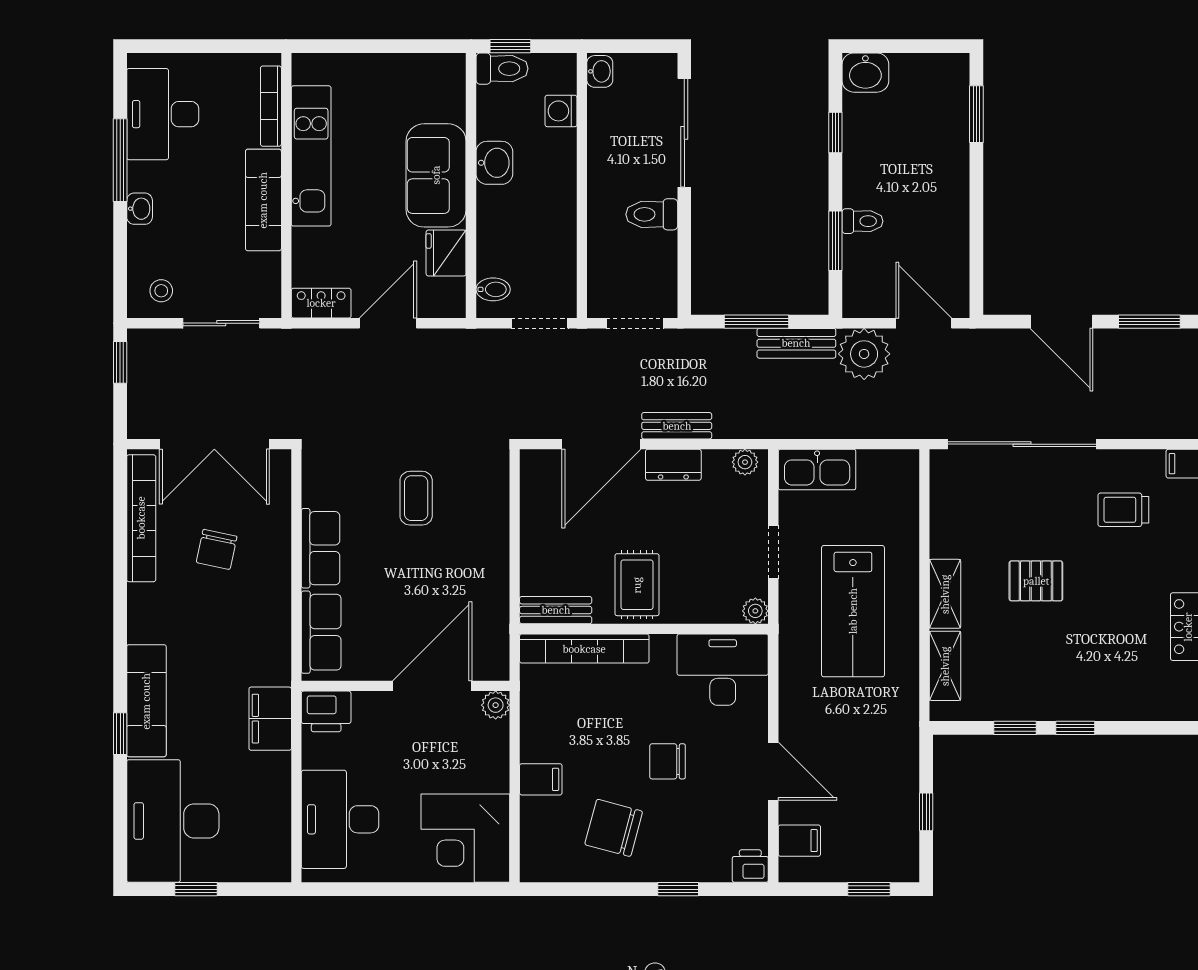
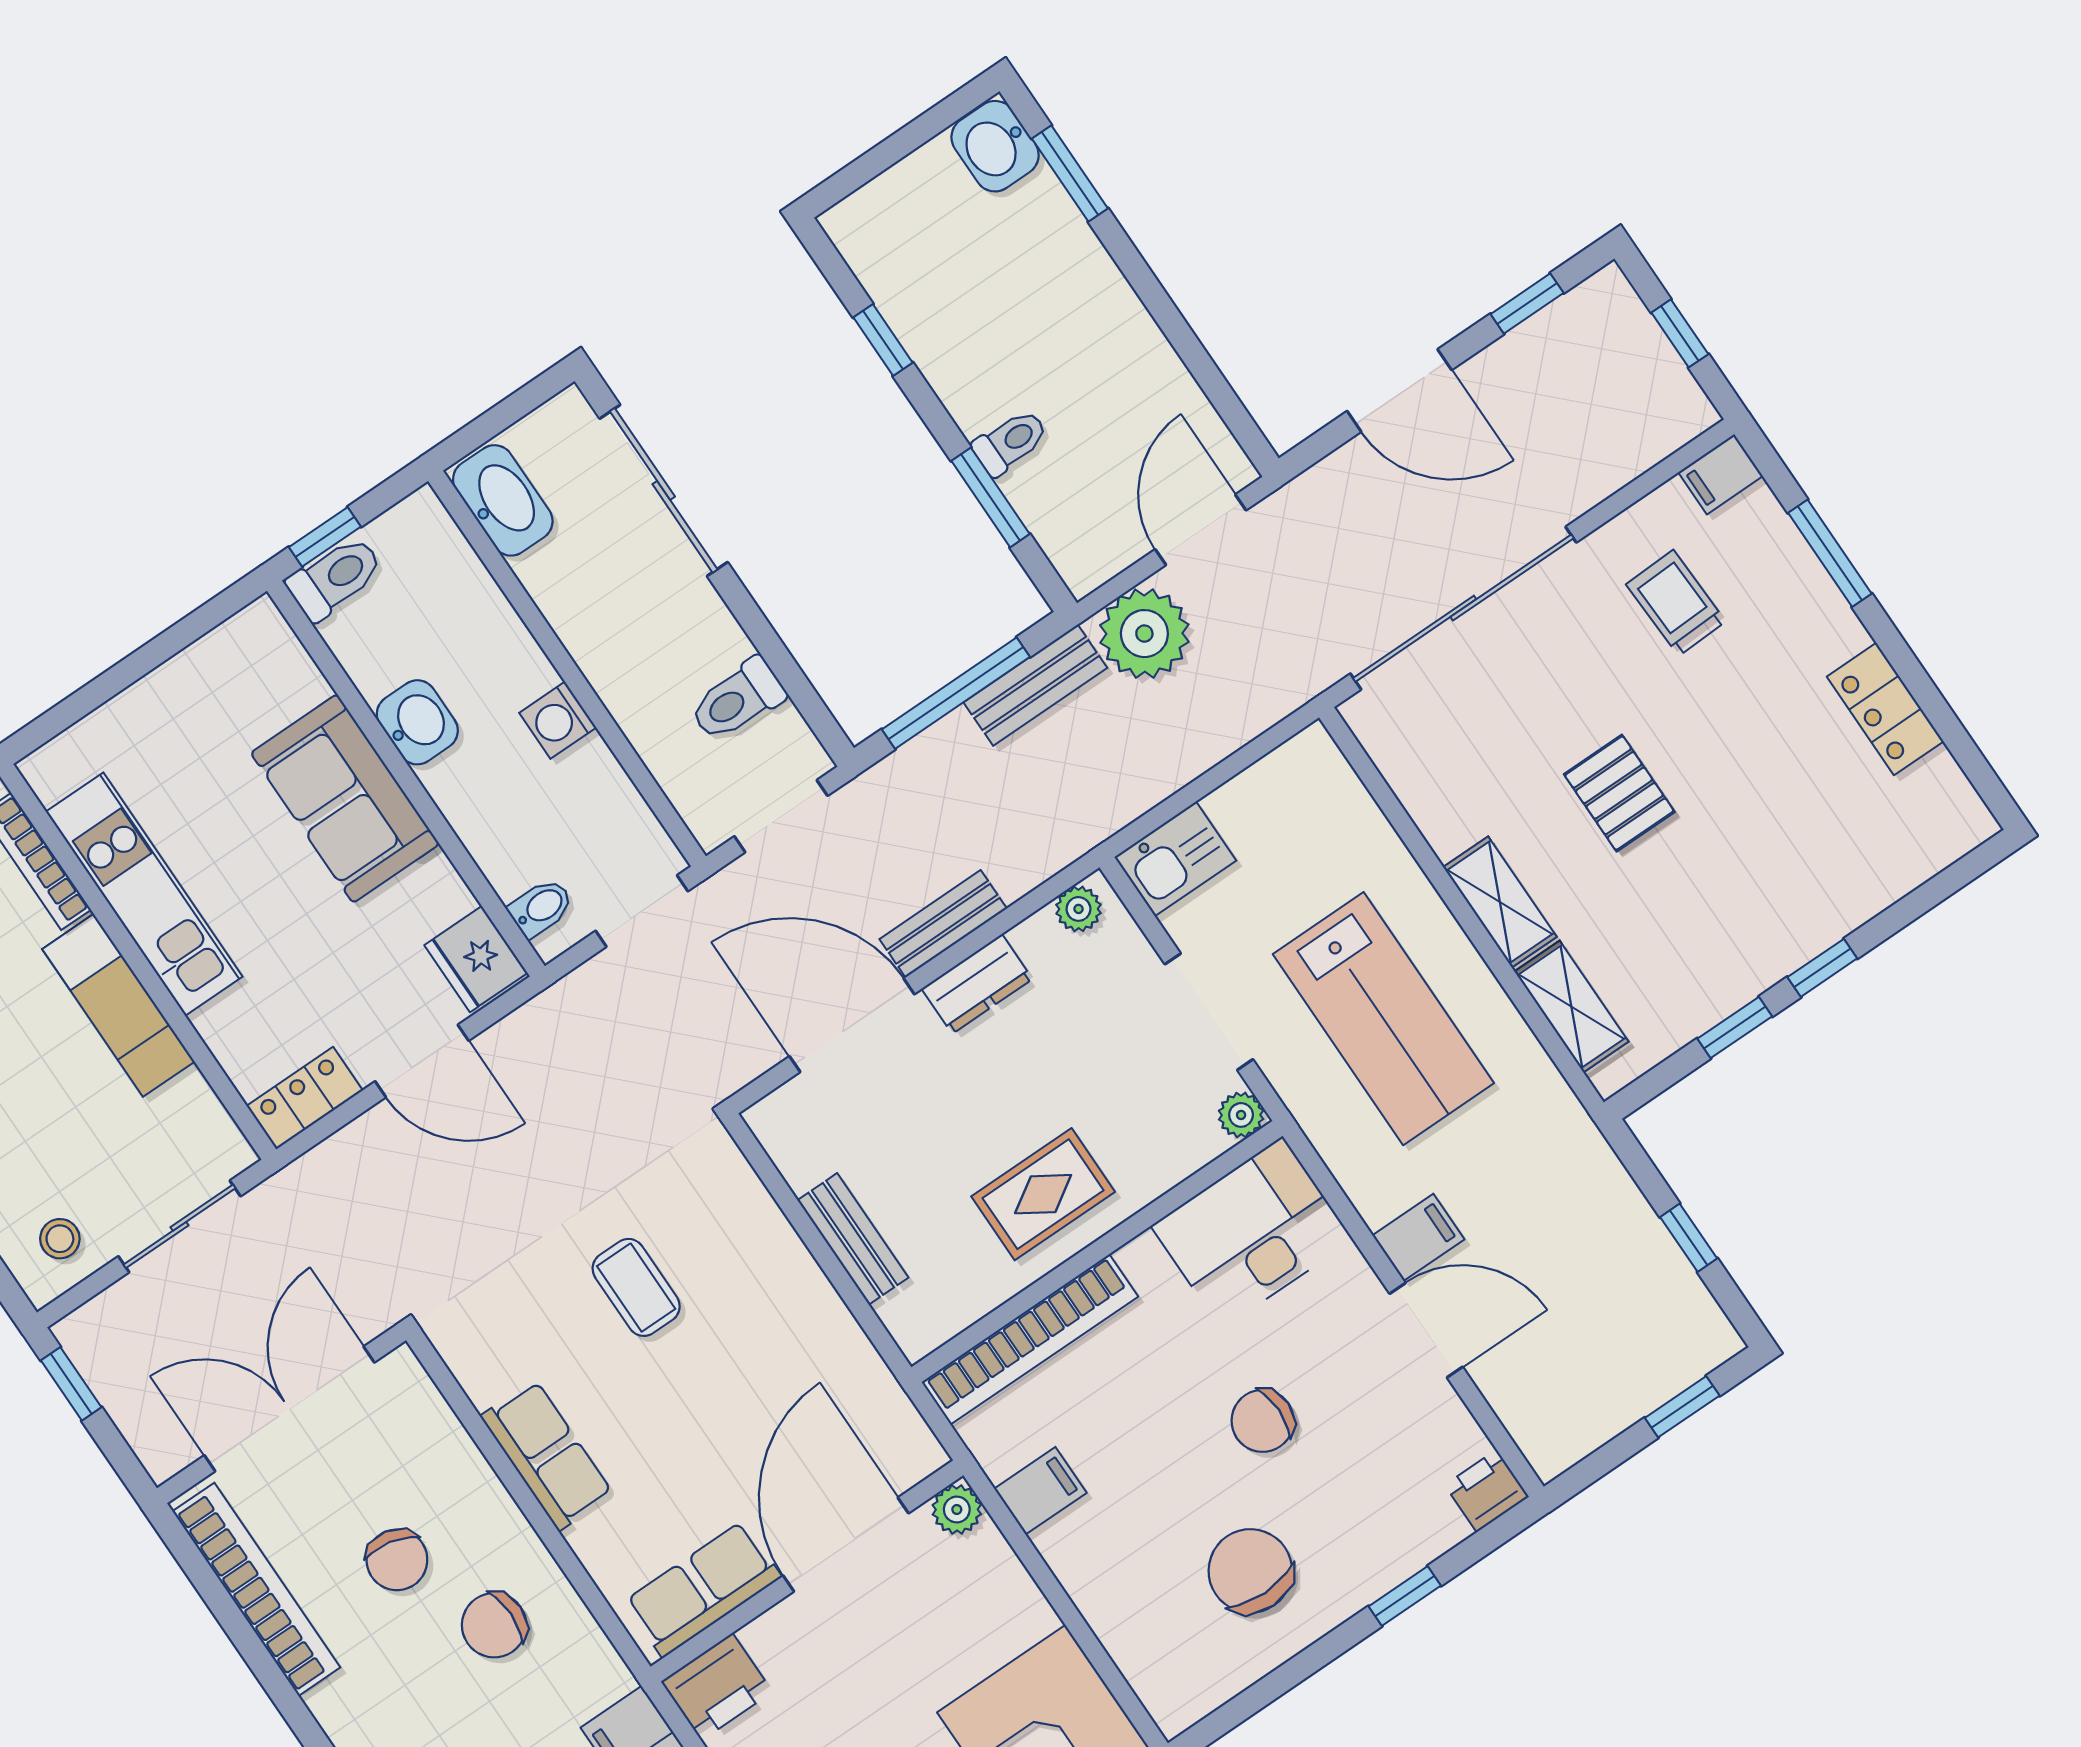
washbasin: (600, 71) -> (503, 500), width x1.91, depth x1.45
washbasin: (865, 73) -> (995, 146), moved, turned 90
washing machine: (561, 111) -> (558, 720), moved
toilet: (652, 214) -> (737, 700), moved
fridge: (446, 253) -> (476, 959), moved
window: (757, 322) -> (956, 693), width x1.44
window: (1149, 322) -> (1527, 303), width x0.67
door: (388, 323) -> (422, 1061), swing flipped
door: (924, 323) -> (1201, 530), hinge flipped
double door: (214, 444) -> (289, 1409), swing flipped
door: (601, 444) -> (852, 1025), swing flipped
kitchen sink: (817, 470) -> (1175, 859), width x0.73
trolley: (1123, 510) -> (1676, 603), turned 88
doorway: (773, 552) -> (1209, 1012), width x1.38
pallet: (1036, 581) -> (1619, 793), turned 90
rug: (637, 585) -> (1043, 1194), turned 90
bench: (556, 610) -> (853, 1239), moved, turned 90
chair: (241, 611) -> (494, 1625), added
row of seats: (321, 632) -> (703, 1589), moved, turned -90
filing cabinet: (541, 779) -> (1040, 1491), moved
chair: (614, 828) -> (1250, 1571), turned 75
filing cabinet: (799, 841) -> (1418, 1237), moved

